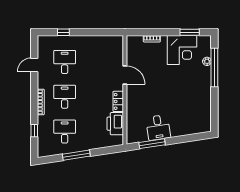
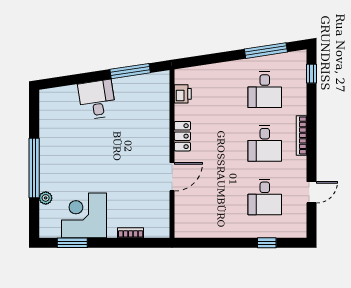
window: (214, 68) -> (34, 168), moved
door: (125, 75) -> (172, 177), swing flipped
printer: (115, 124) -> (183, 94), width x0.53, depth x0.68
desk: (158, 128) -> (97, 100), moved
window: (34, 131) -> (312, 74), moved
window: (76, 155) -> (266, 51), moved

